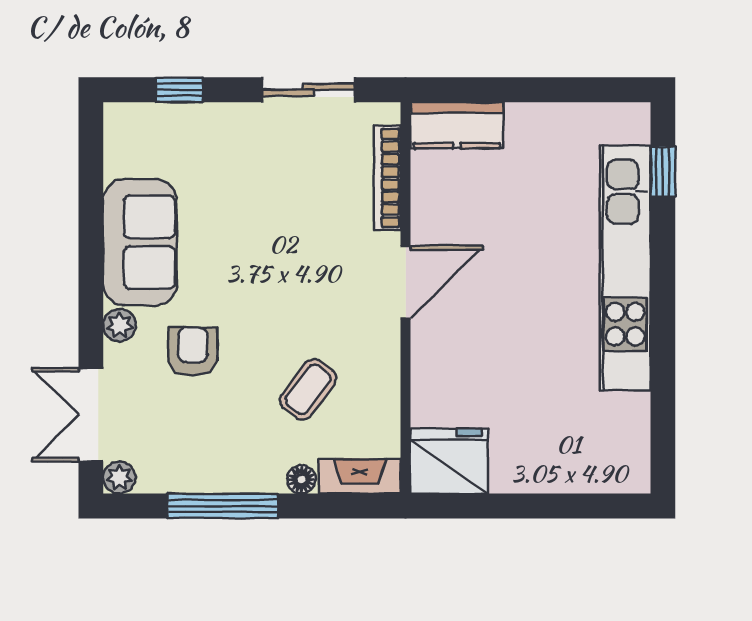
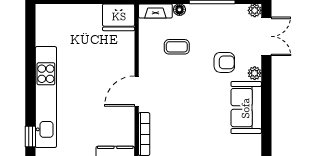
armchair: (193, 352) -> (224, 62), turned -90
coffee table: (308, 389) -> (177, 47), turned 53

